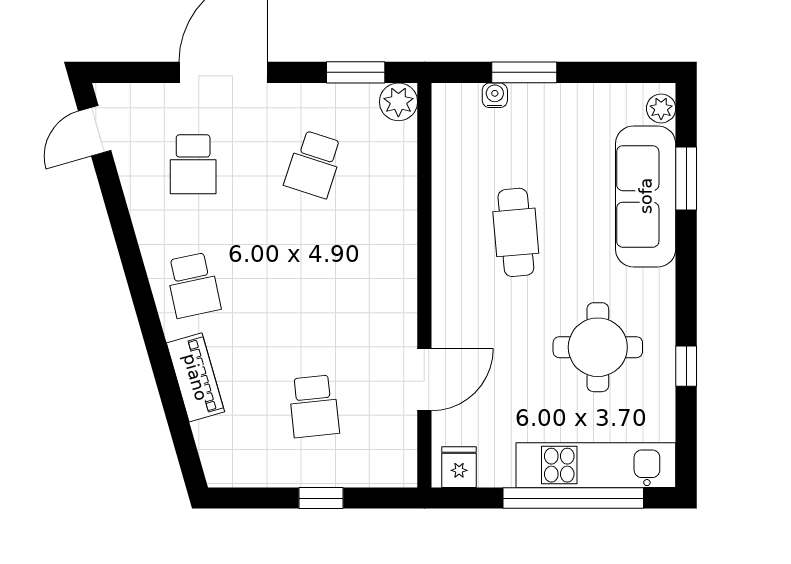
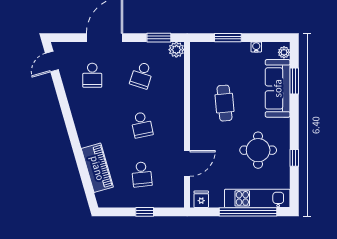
water cooler: (495, 95) -> (256, 47), moved
school desk: (193, 285) -> (142, 125), moved
piano: (195, 377) -> (97, 168), width x1.37, depth x1.33

